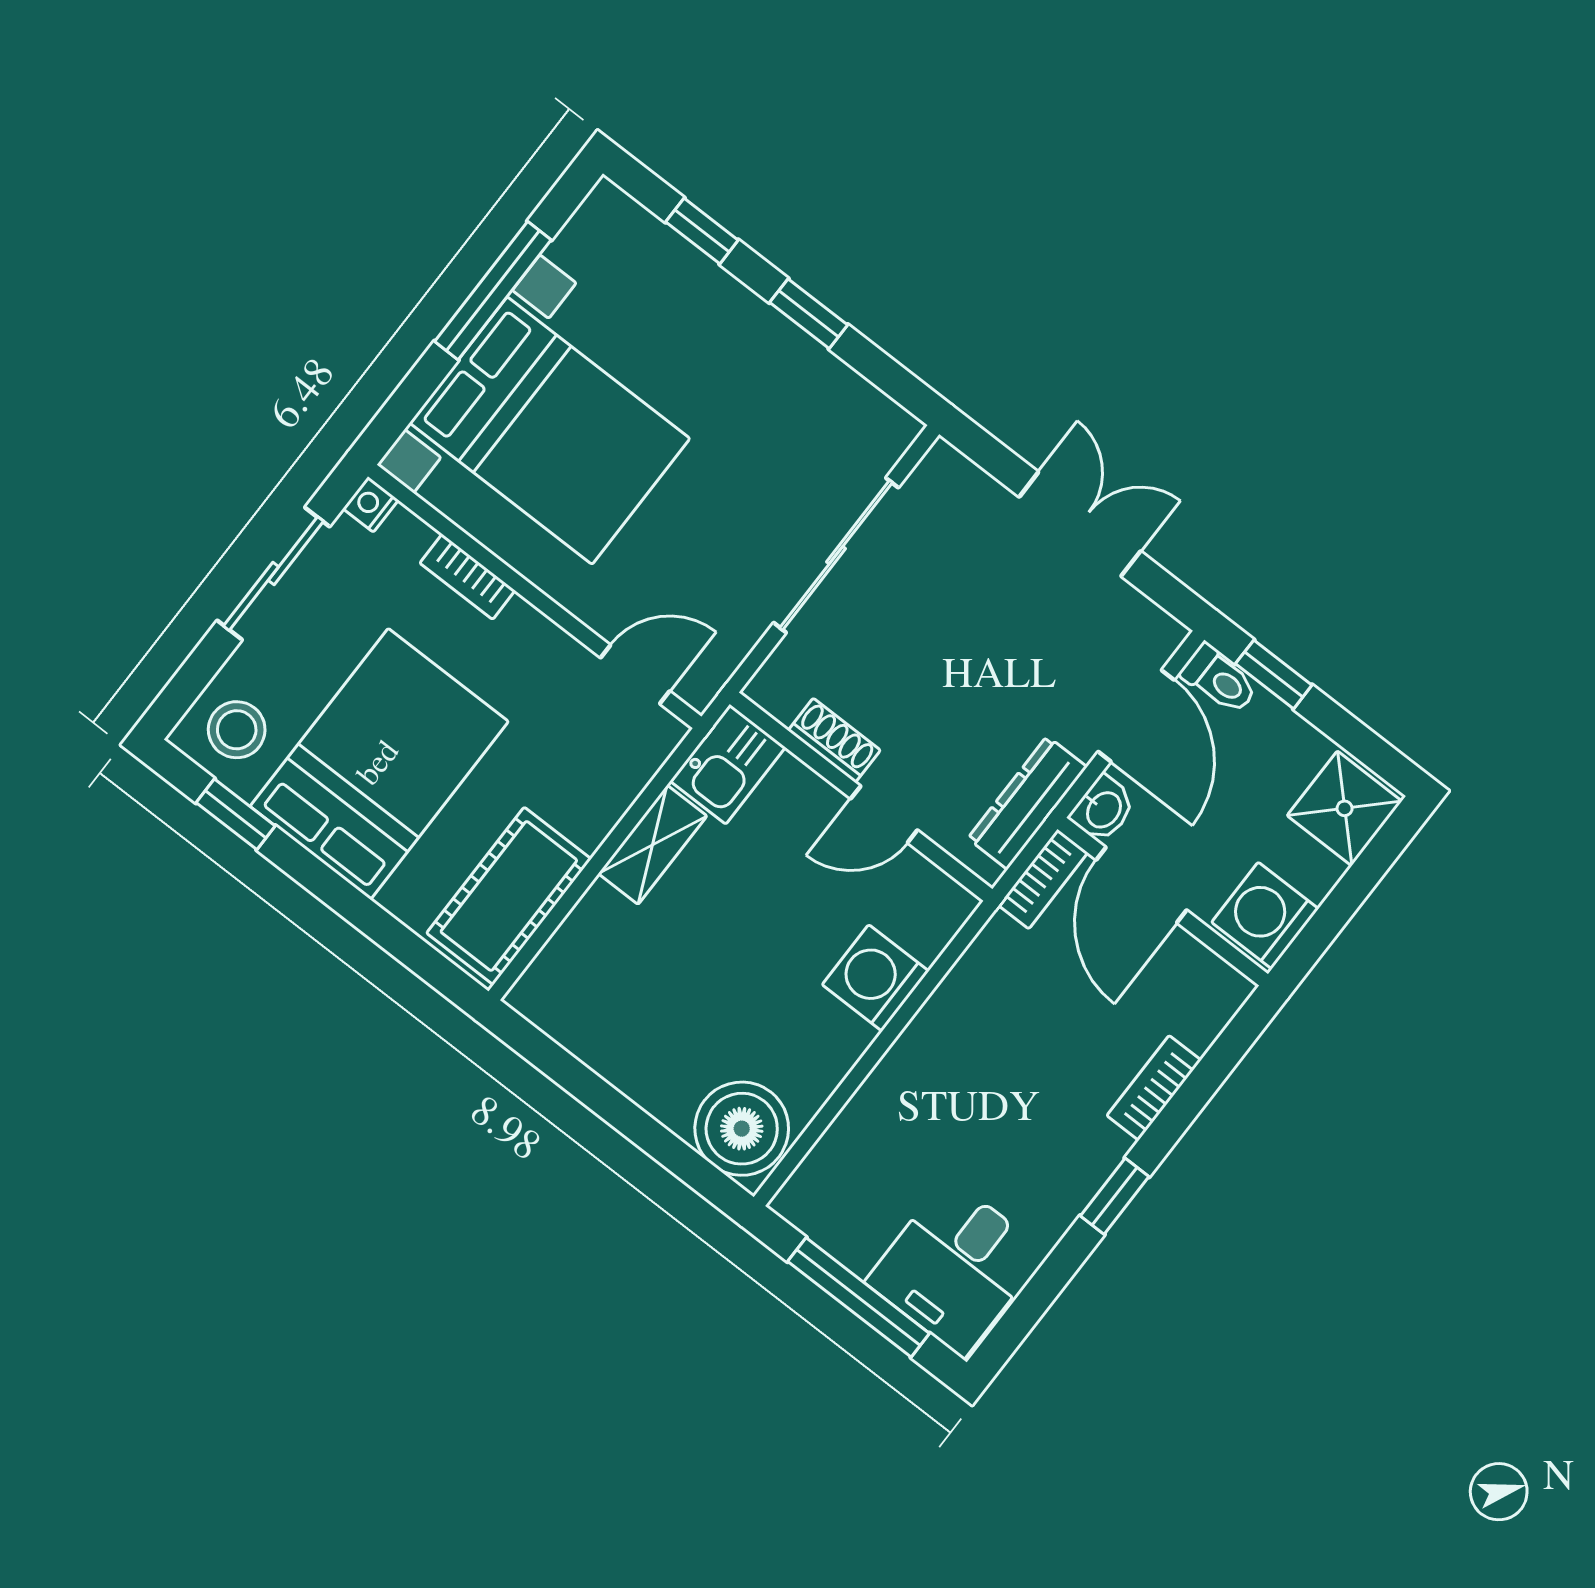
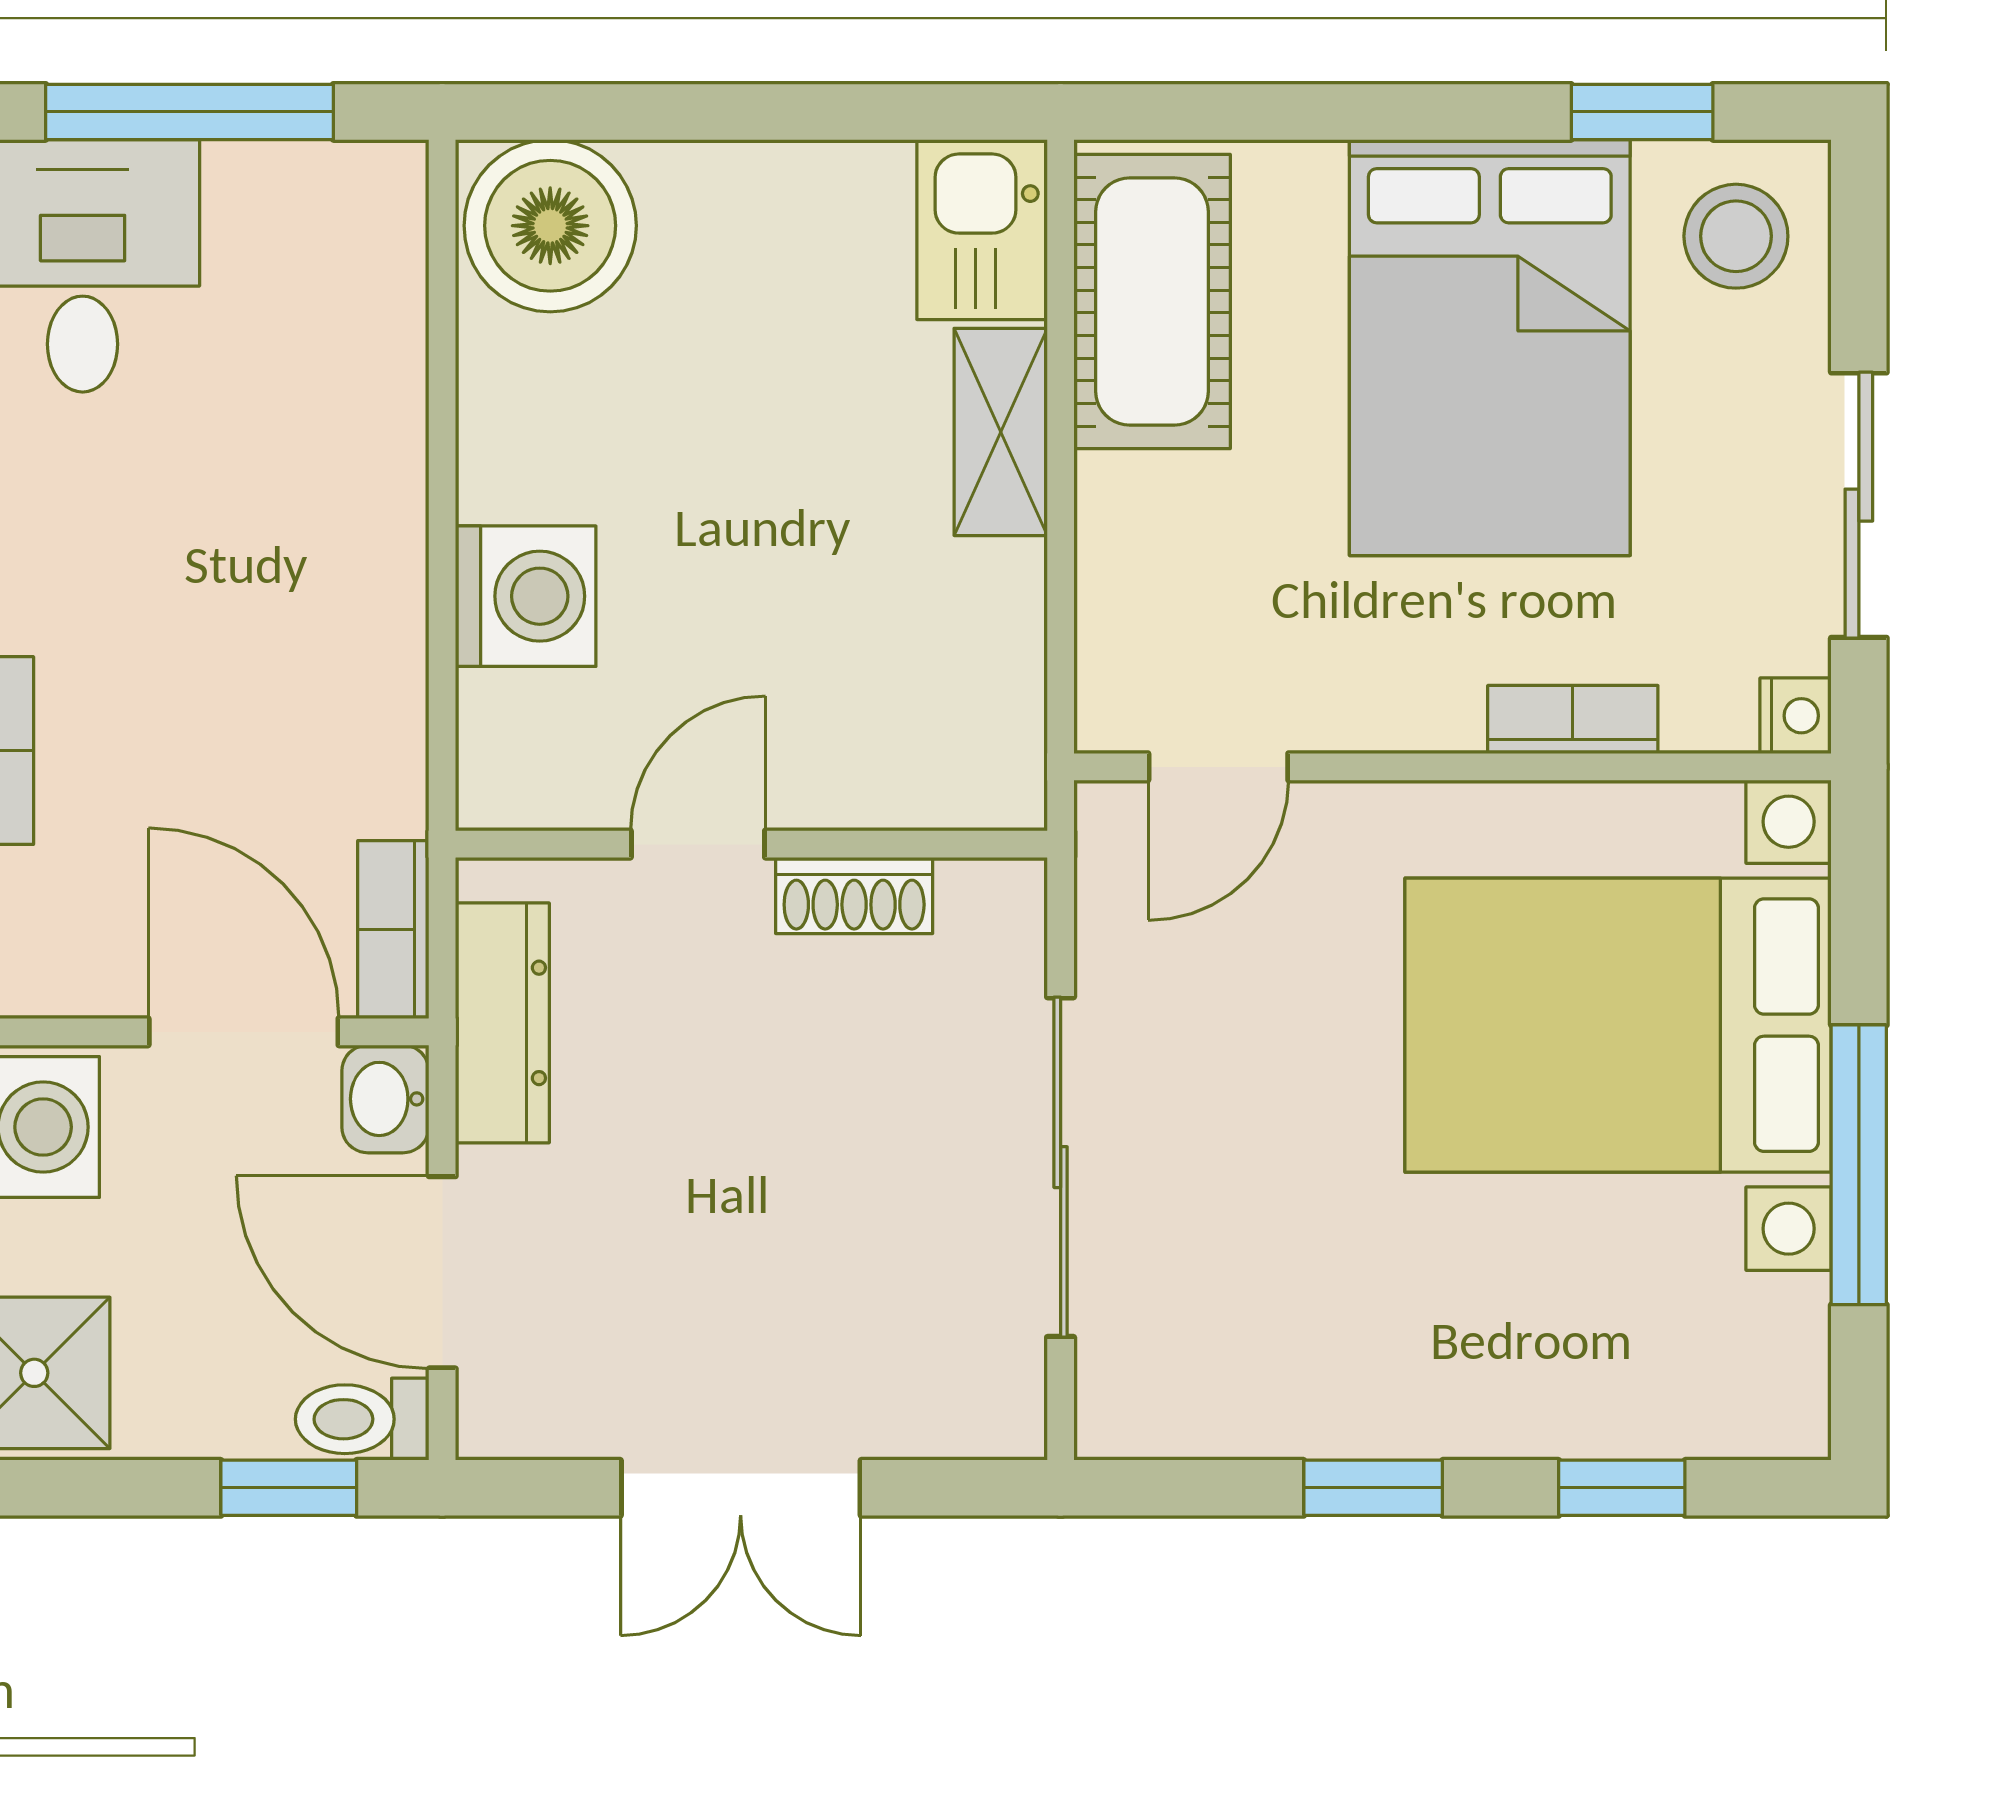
kitchen sink: (728, 764) -> (982, 230), moved
shelving: (653, 845) -> (1001, 432), moved

